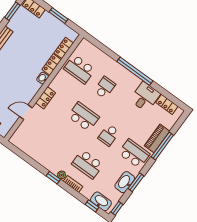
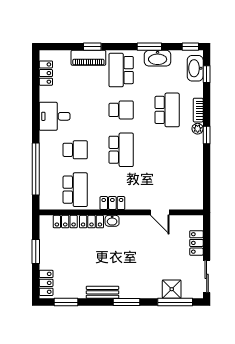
window: (135, 71) -> (36, 169), moved
school desk: (105, 88) -> (75, 150), turned 180
desk: (145, 97) -> (55, 116), moved
locker: (46, 98) -> (112, 203), moved
school desk: (83, 117) -> (121, 150), turned 180
window: (162, 146) -> (92, 47), width x0.46

